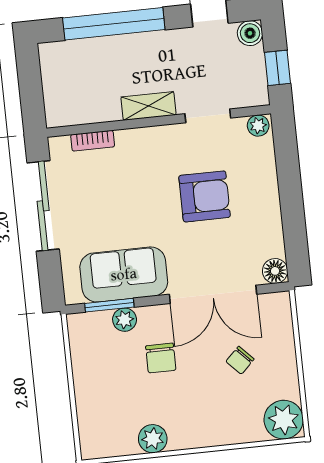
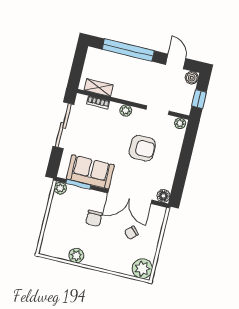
shelving: (148, 106) -> (99, 88), moved
plant: (149, 137) -> (126, 111), added
plant: (125, 320) -> (60, 188), moved

